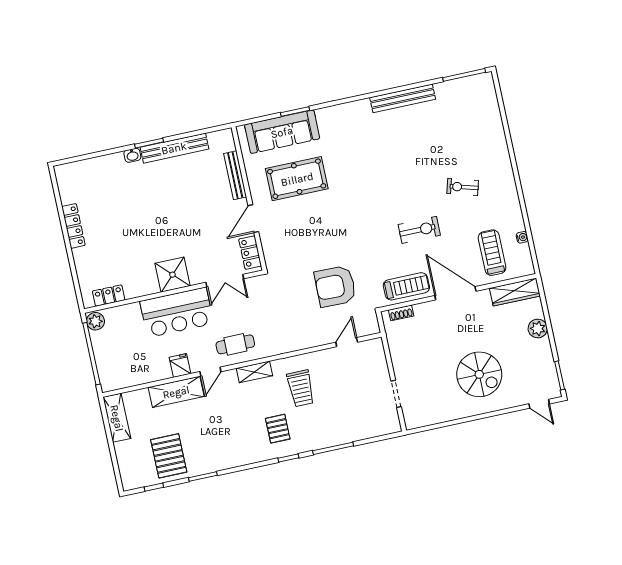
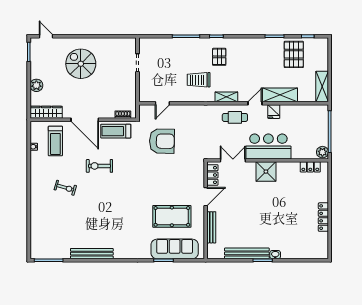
trolley: (301, 388) -> (199, 80), turned -90

